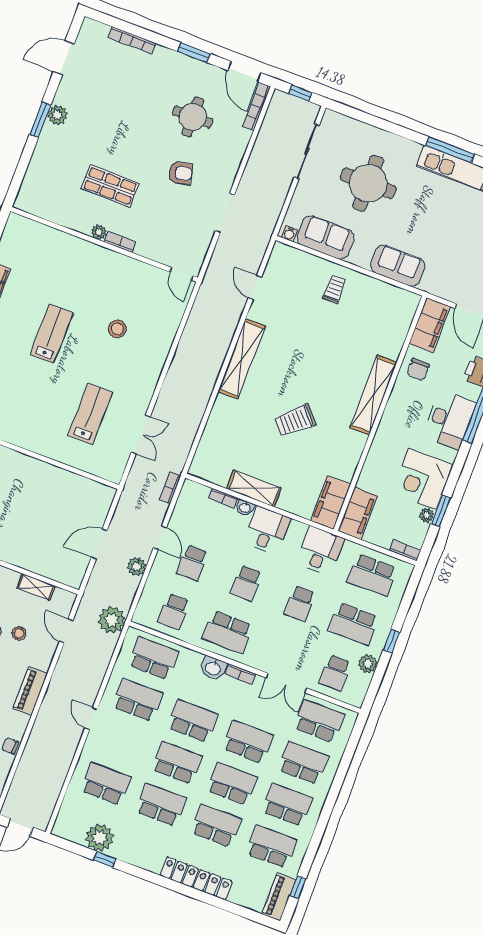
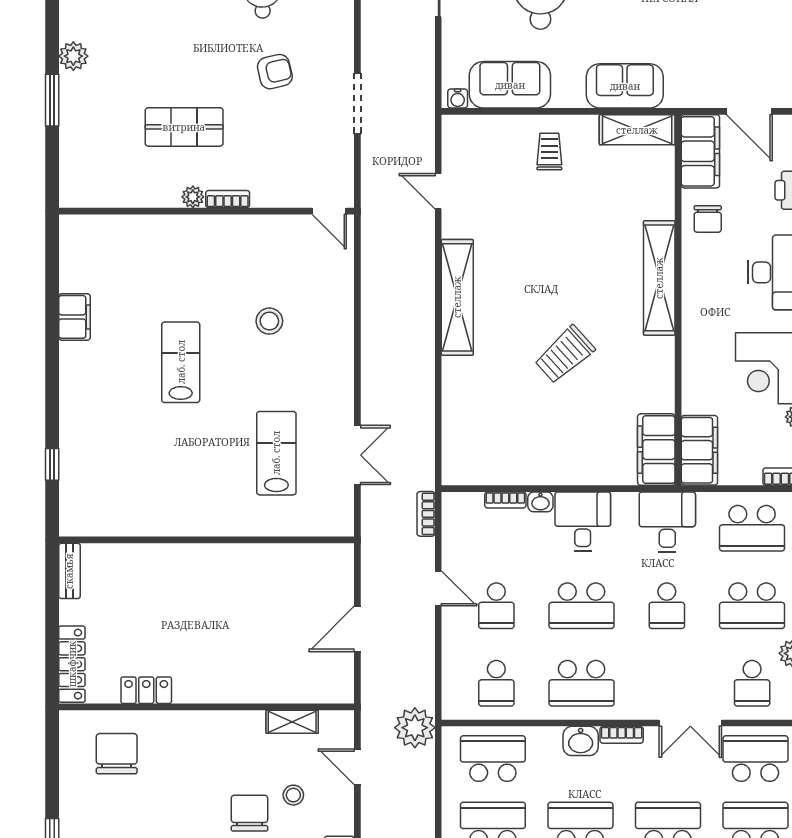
window: (40, 120) -> (52, 100), moved
shelving: (254, 488) -> (637, 130), moved
plant: (137, 566) -> (421, 640), removed
school desk: (246, 583) -> (582, 606), width x1.85

